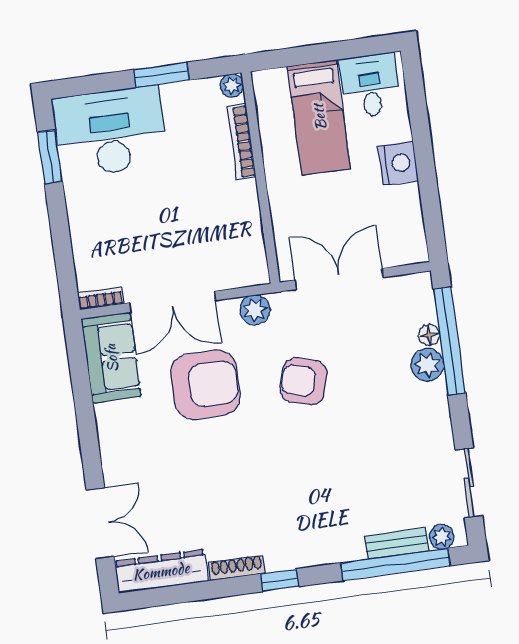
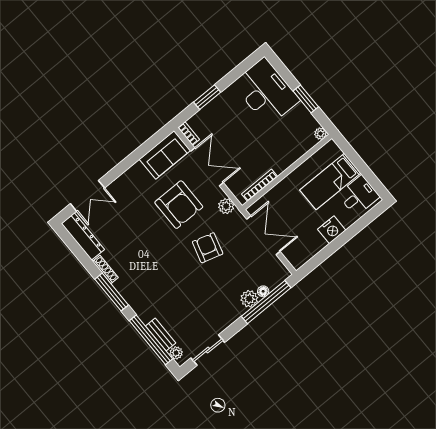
bookcase: (242, 142) -> (259, 185), moved
window: (50, 157) -> (207, 97), moved
double door: (172, 302) -> (207, 167), swing flipped
window: (280, 580) -> (112, 292), width x2.17

